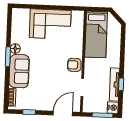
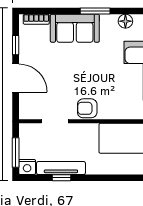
floor lamp: (15, 49) -> (125, 21), moved
armchair: (74, 65) -> (87, 108), turned -90
door: (63, 113) -> (16, 78), moved

